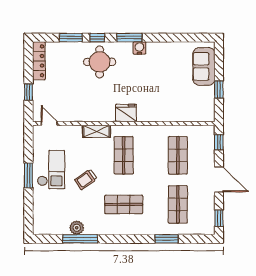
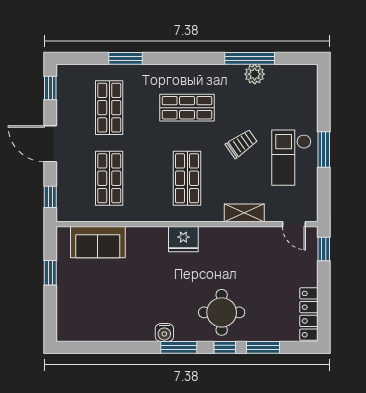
sofa: (204, 66) -> (98, 242), moved, turned 90
window: (28, 92) -> (324, 249), moved
shelving: (96, 131) -> (244, 213), moved

